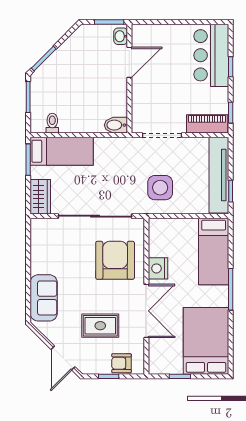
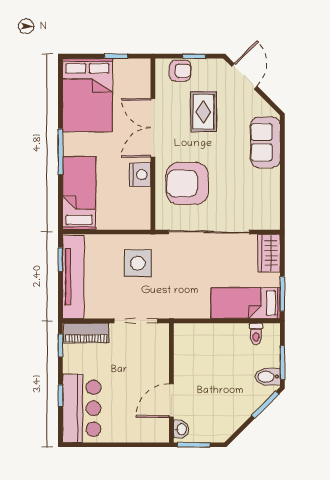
bidet: (116, 125) -> (268, 377), moved, turned 180
armchair: (115, 260) -> (187, 183), turned 90
rug: (100, 326) -> (203, 112), turned 90

